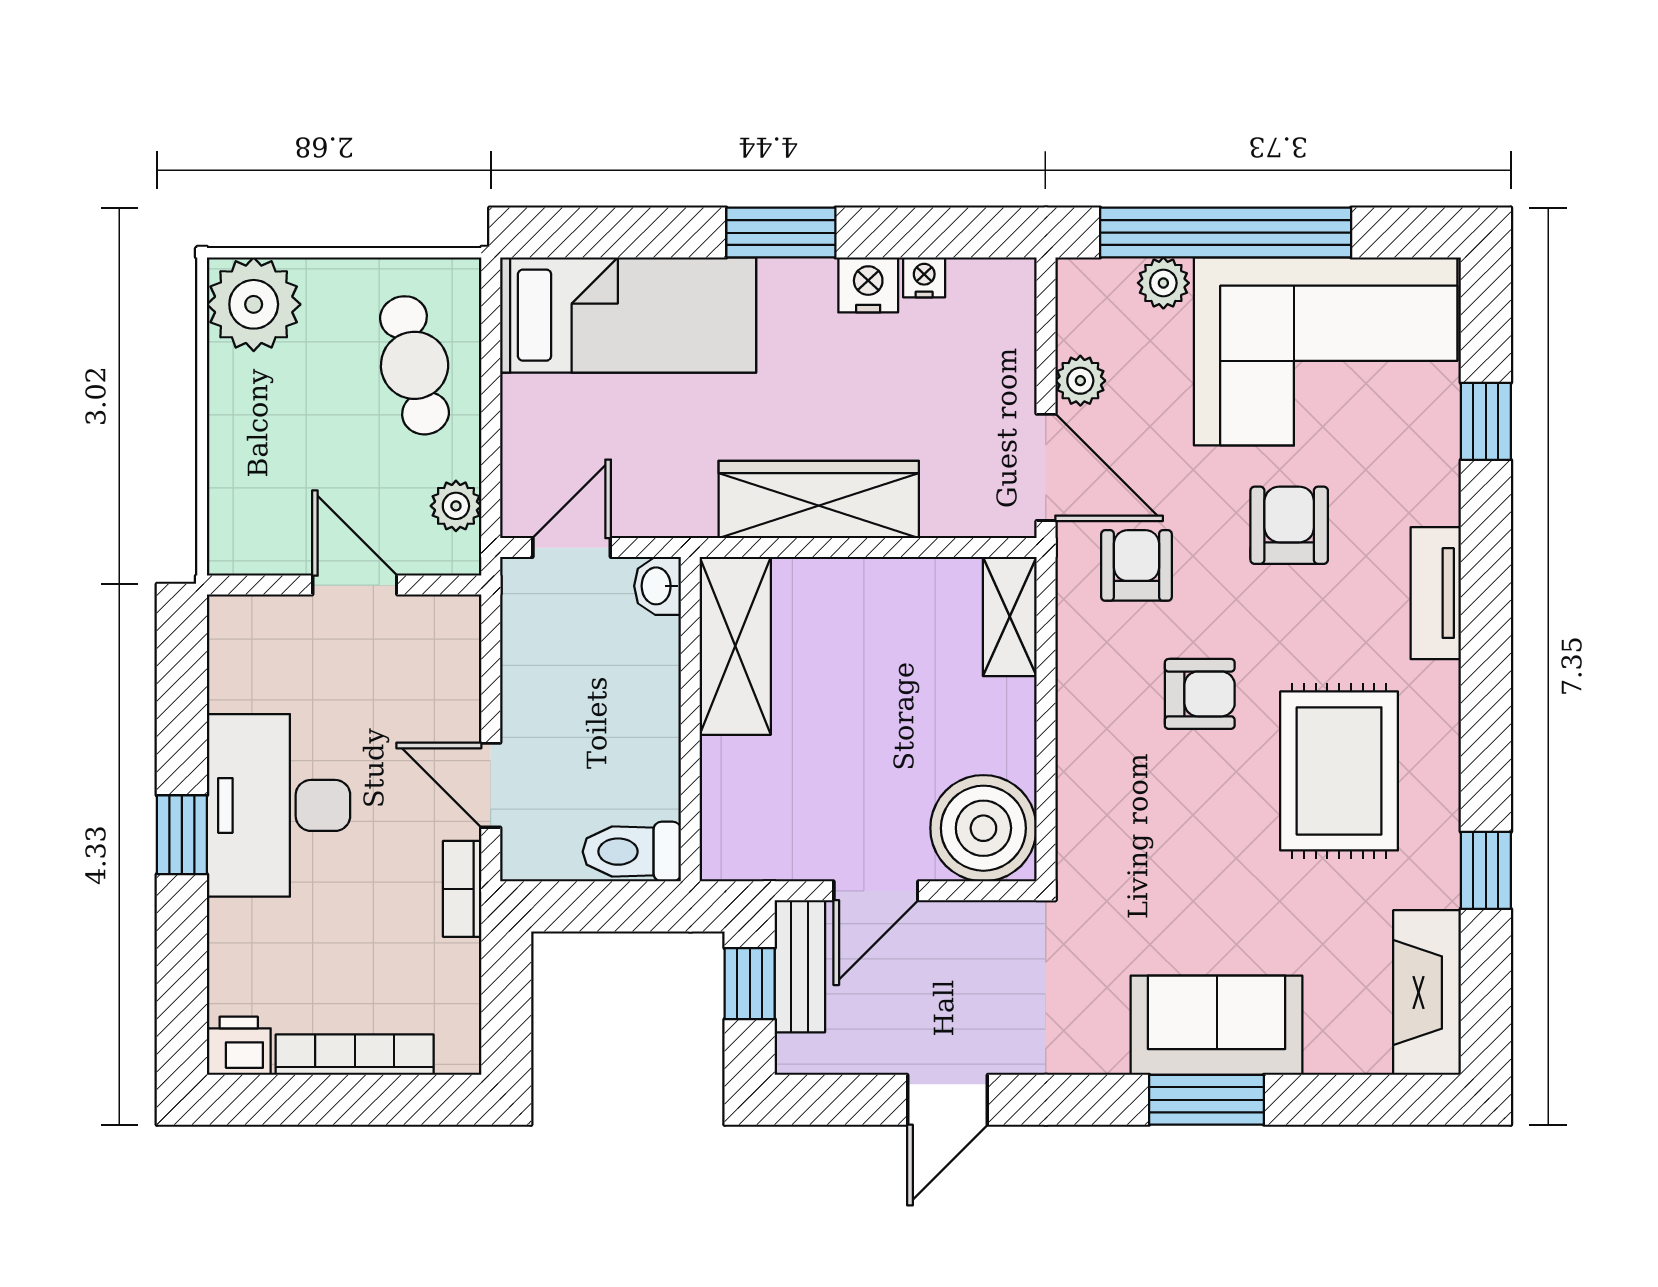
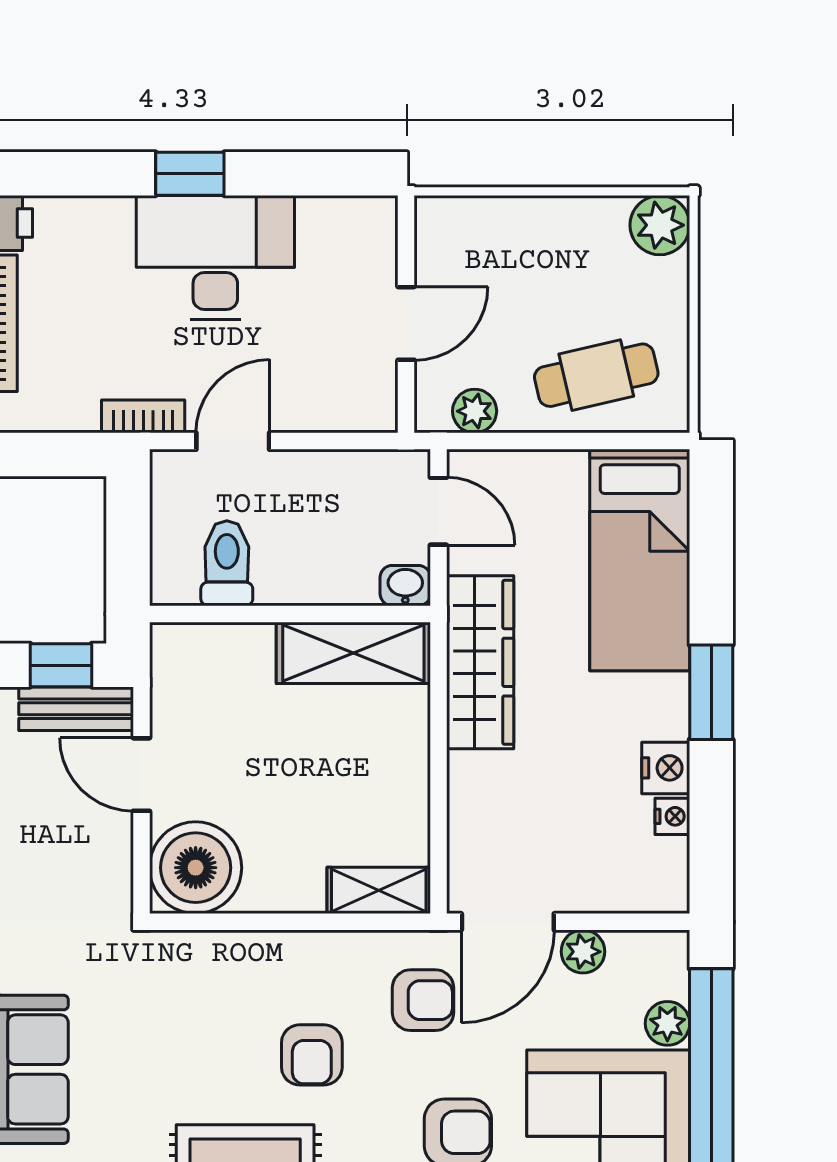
plant: (254, 304) -> (660, 225), width x0.73, depth x0.73
wardrobe: (819, 500) -> (480, 662), moved
toilet: (632, 852) -> (227, 563), moved

